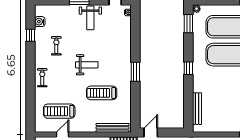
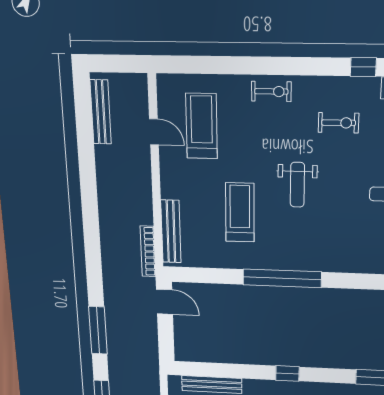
window: (135, 72) -> (282, 278), width x2.11

